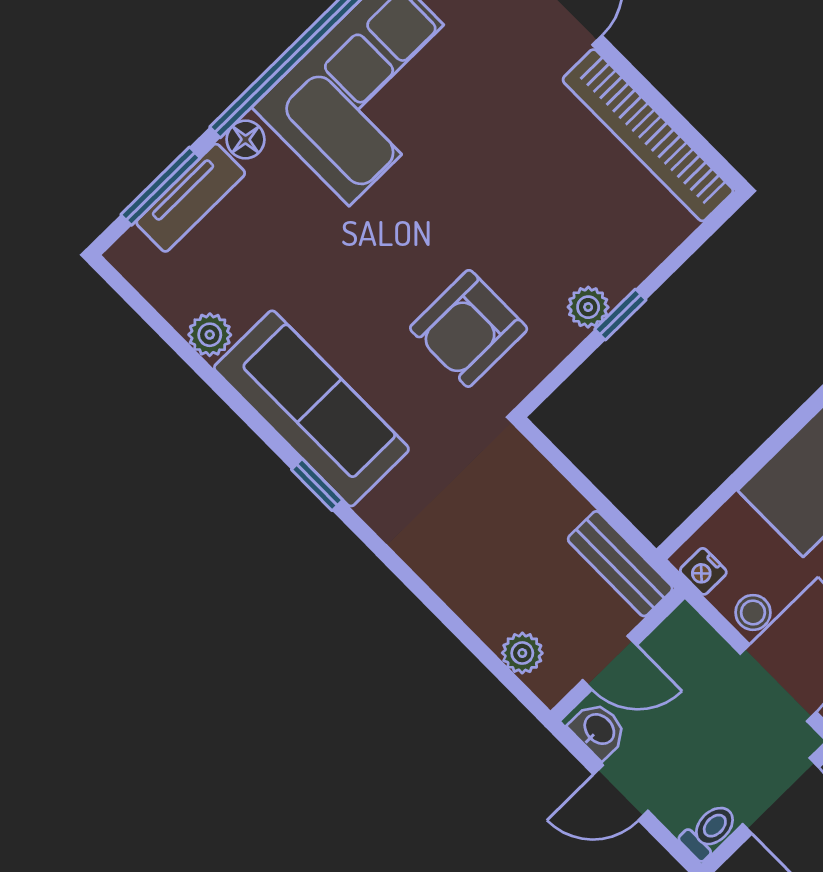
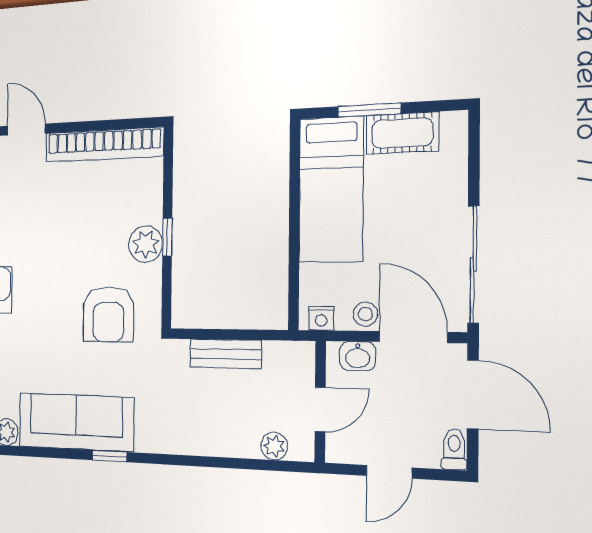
plant: (588, 307) -> (146, 244), width x1.38, depth x1.38
bench: (620, 564) -> (226, 354), moved
washbasin: (598, 730) -> (358, 356), moved, turned 180

